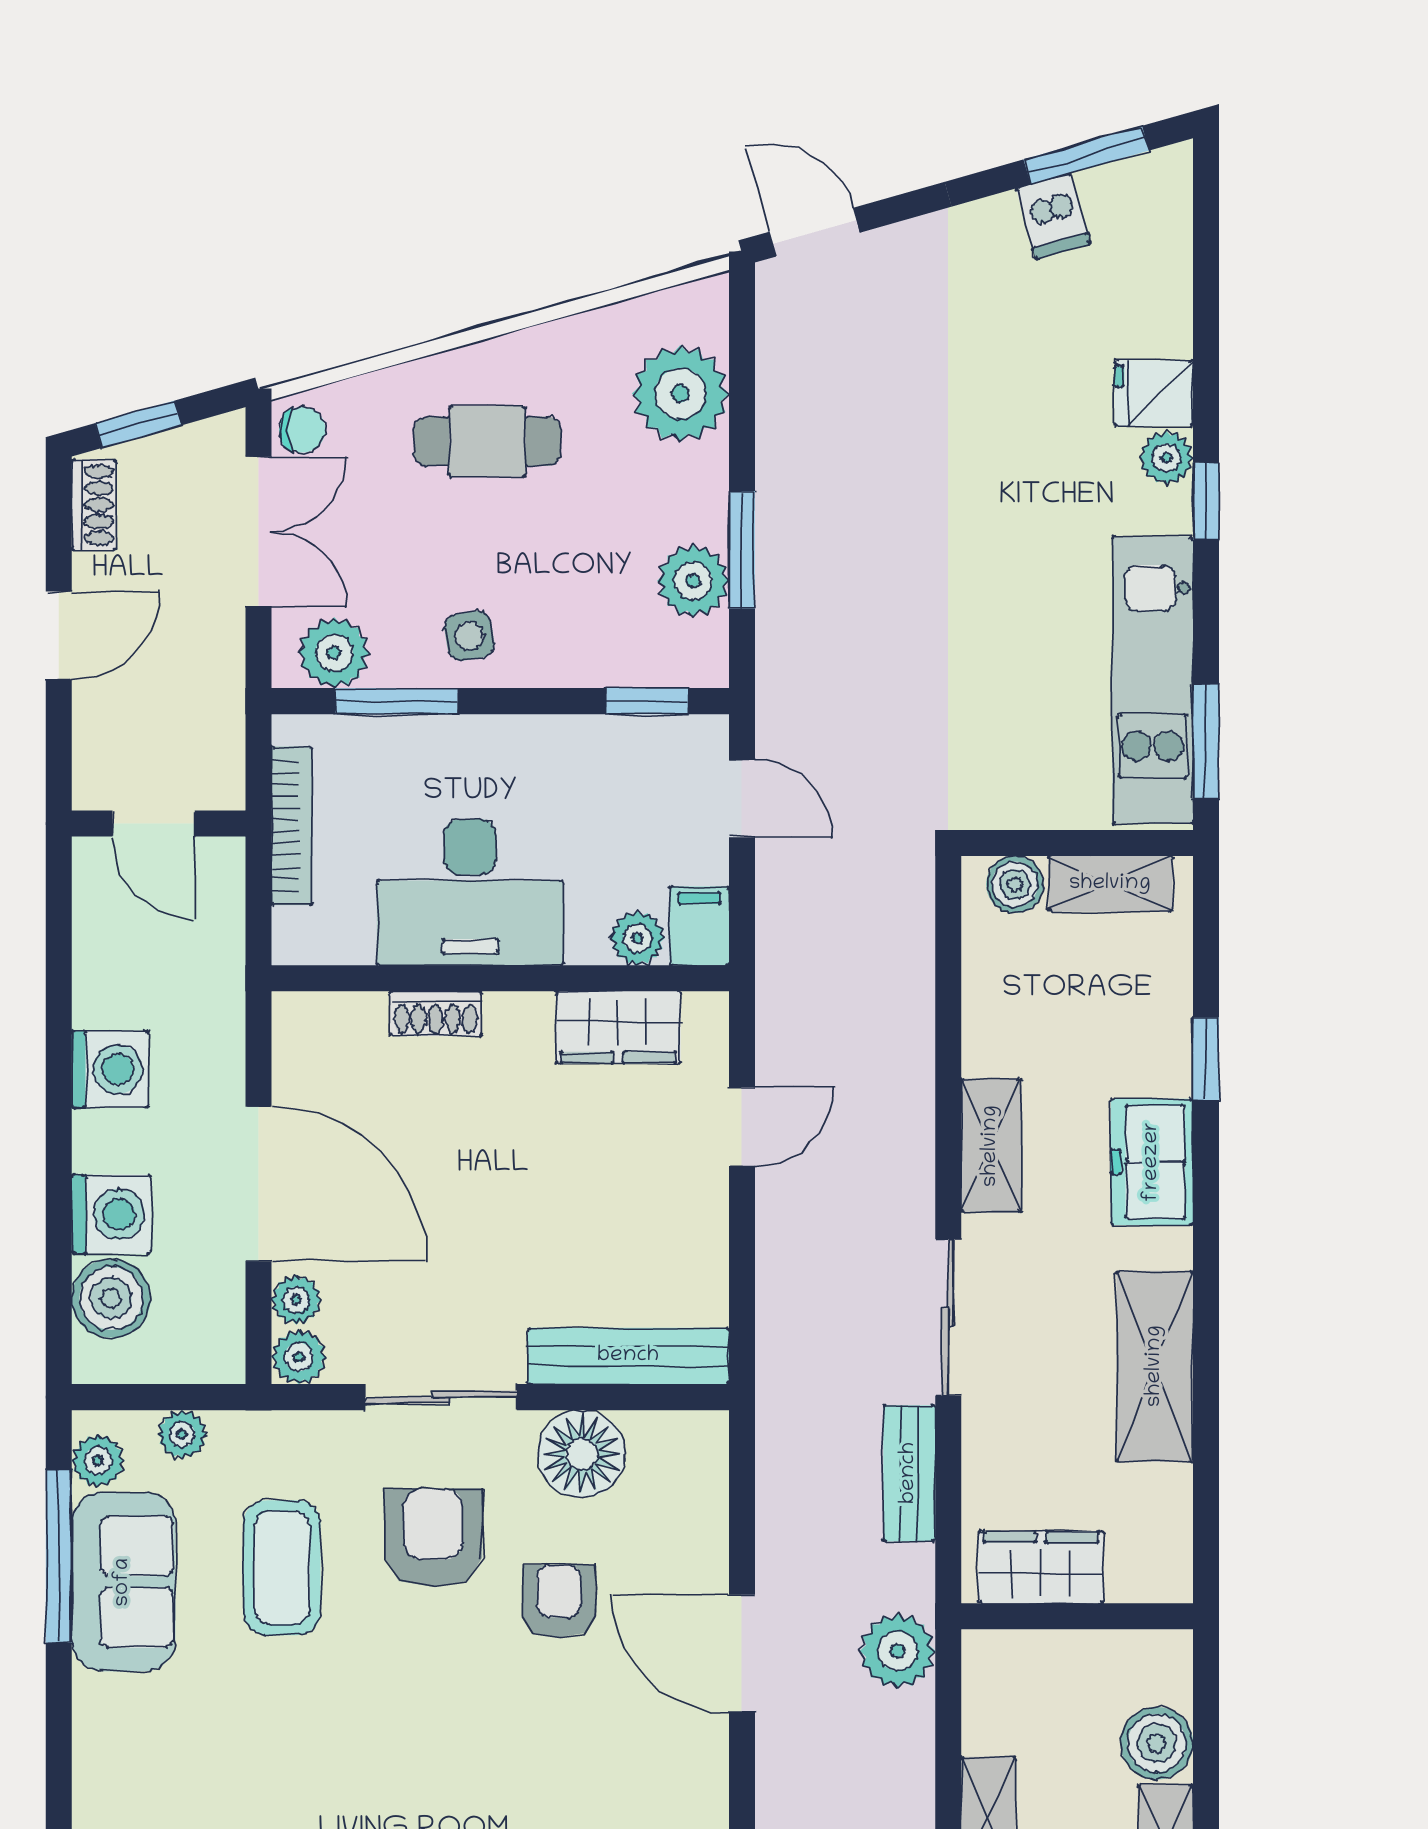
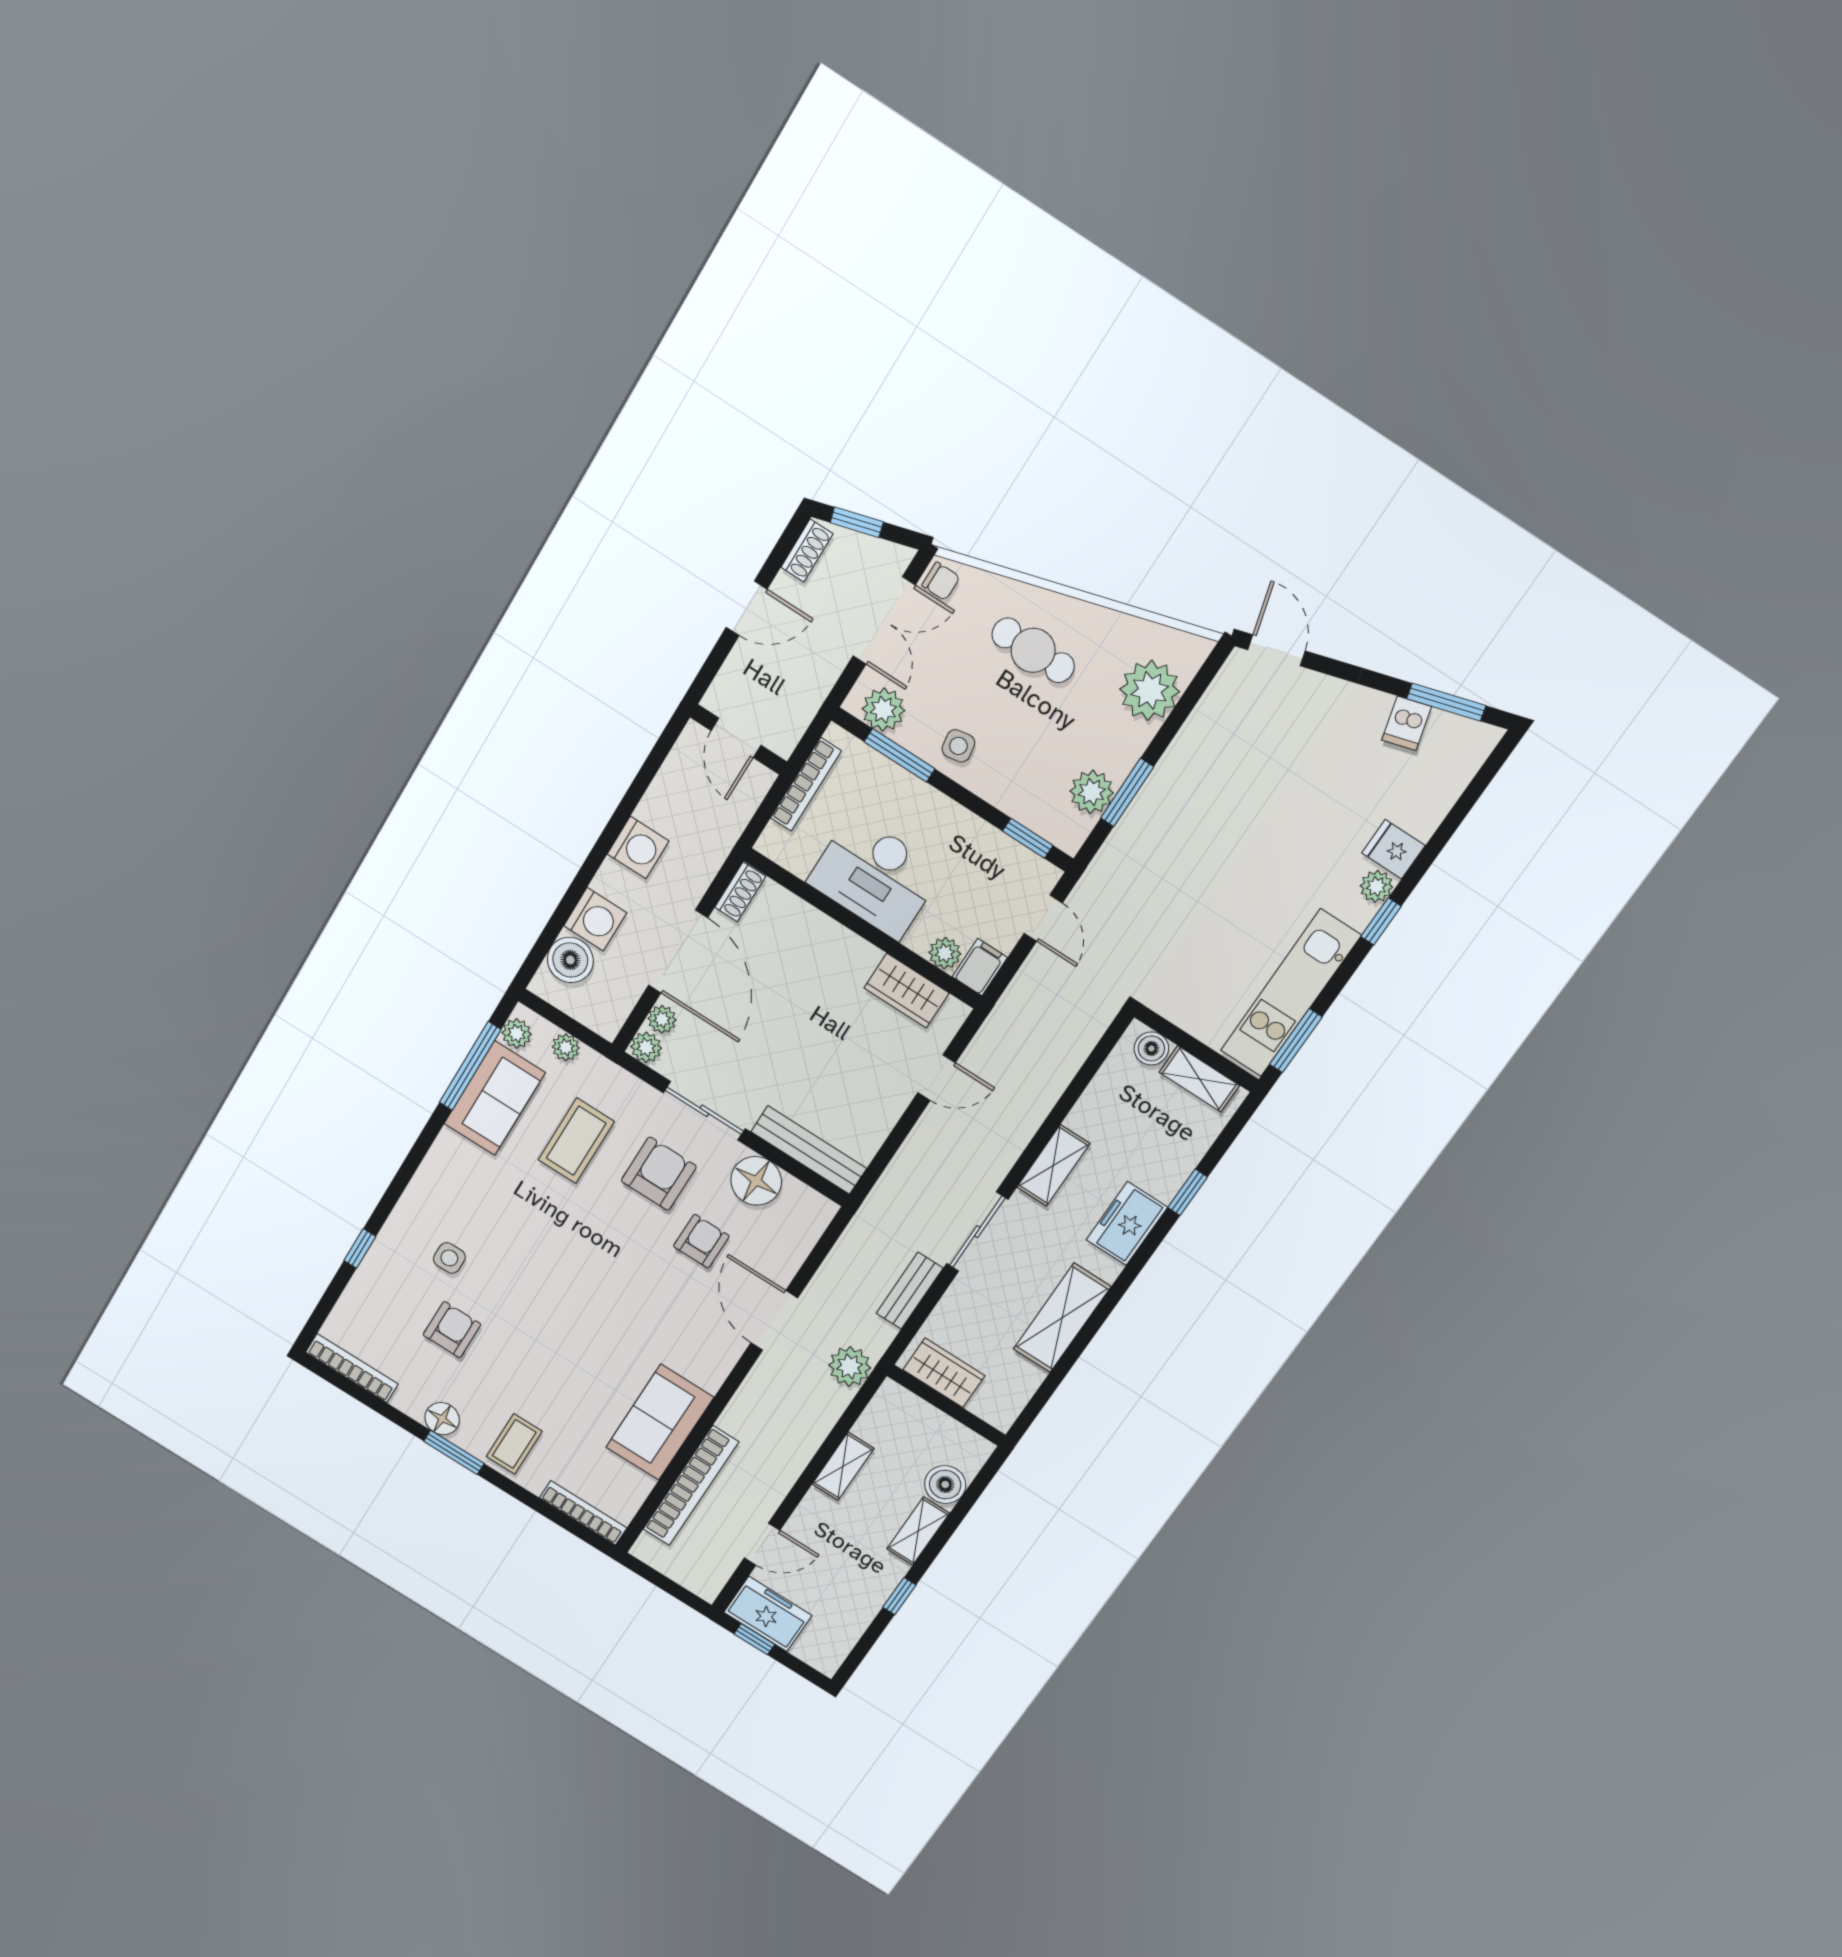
shoe rack: (436, 1014) -> (740, 892), moved, turned -90

